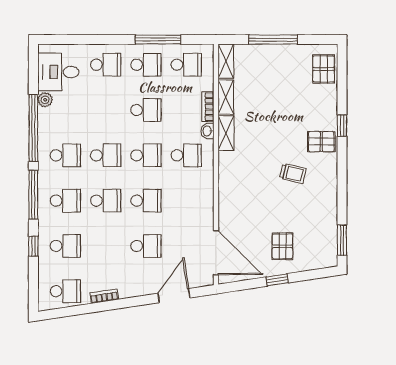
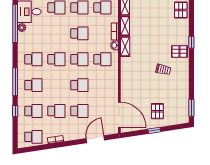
window: (33, 128) -> (15, 23), moved
school desk: (106, 201) -> (56, 111), moved

